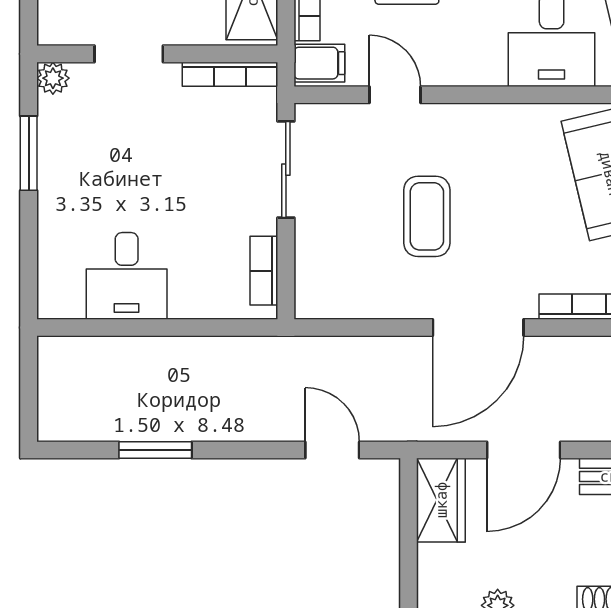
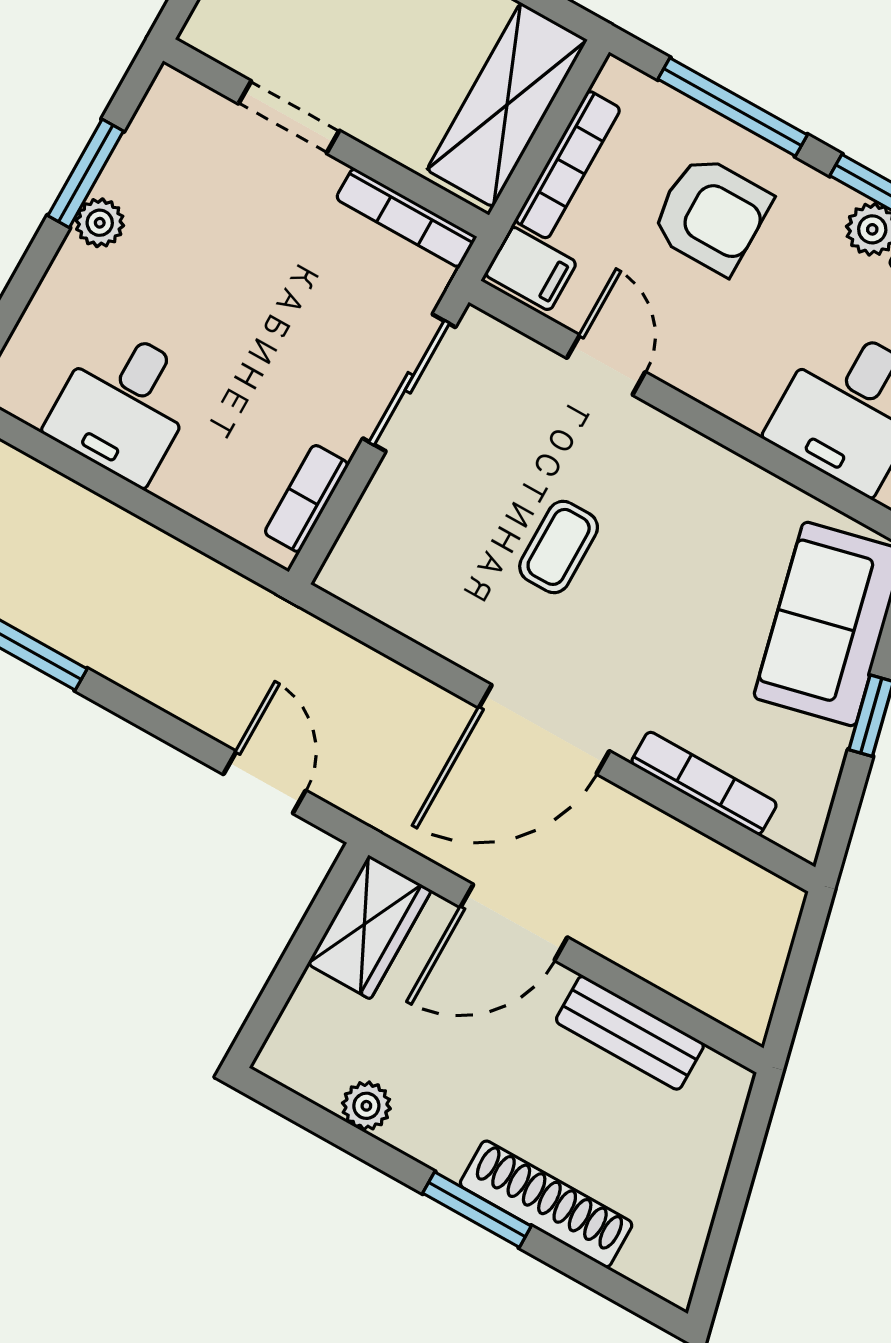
plant: (53, 78) -> (100, 223), moved
coffee table: (427, 216) -> (559, 547), width x0.73, depth x0.77

